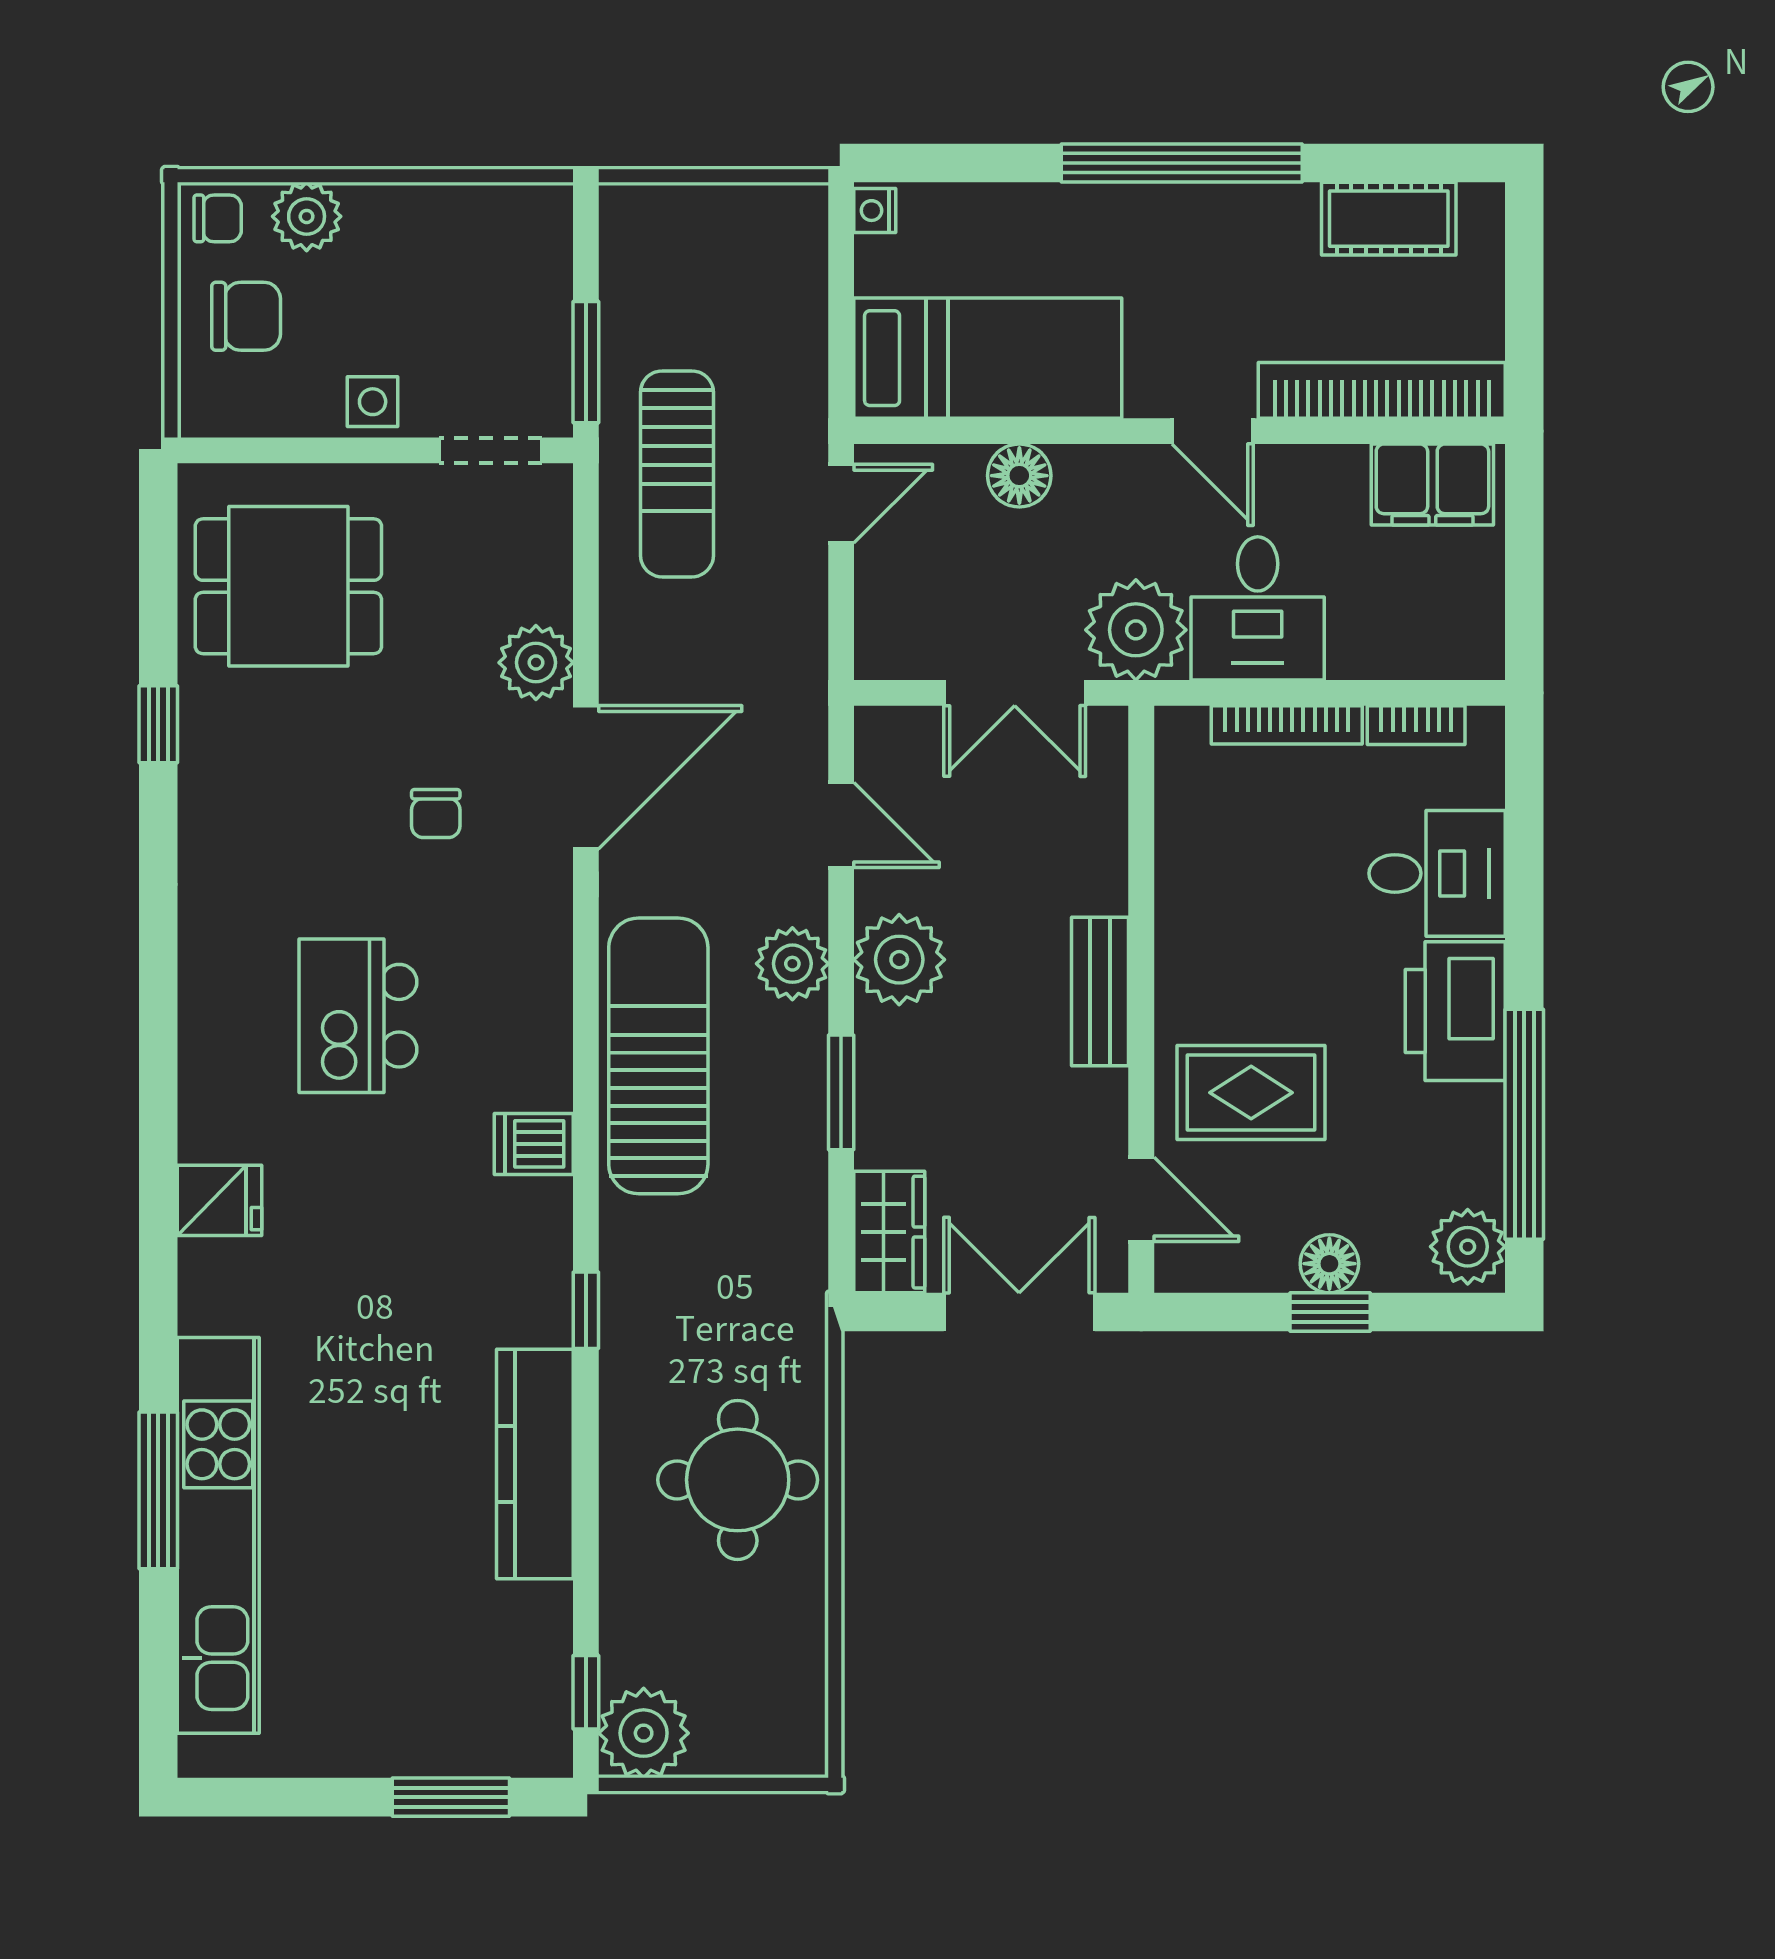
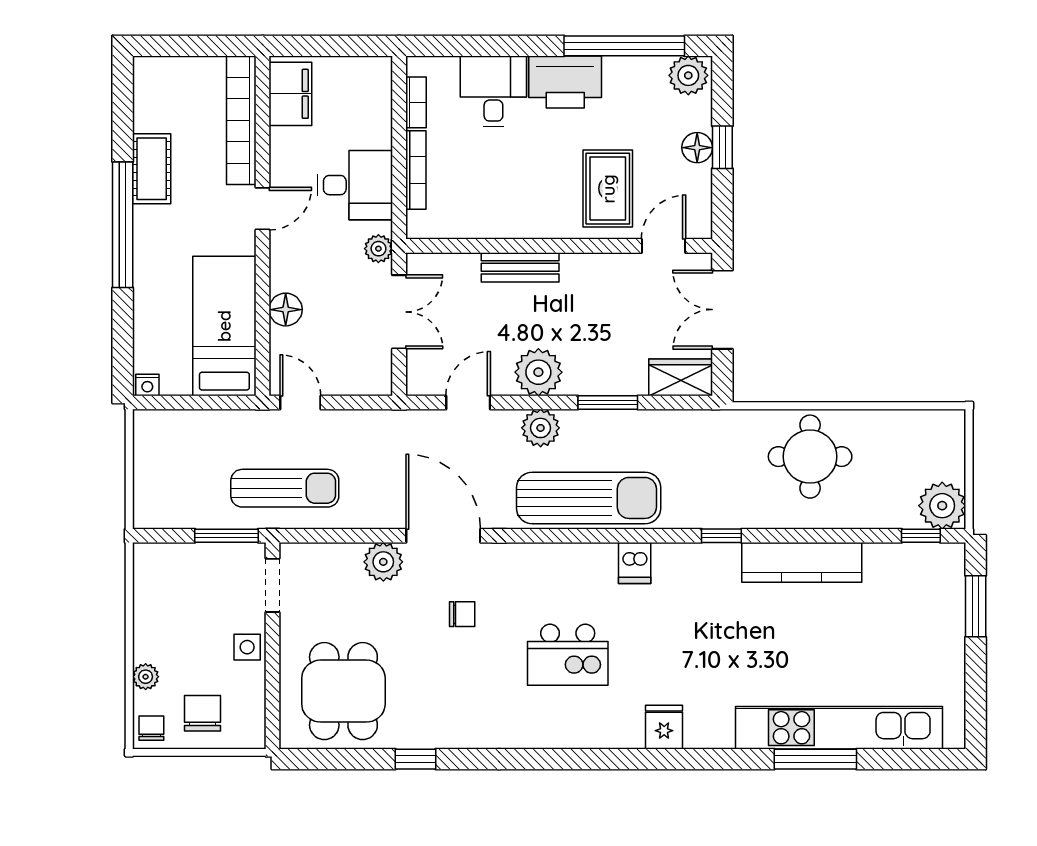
plant: (307, 216) -> (146, 677), width x0.73, depth x0.73
cot: (1389, 219) -> (152, 169), moved
plant: (1136, 630) -> (378, 249), width x0.53, depth x0.53
bench: (1100, 992) -> (520, 267), moved
sun lounger: (658, 1056) -> (589, 498), turned 180

